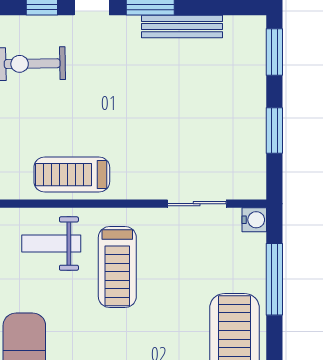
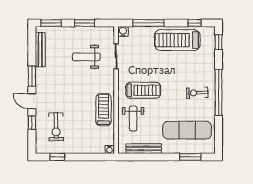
bench: (182, 27) -> (40, 50), moved
weight bench: (195, 134) -> (86, 57), added
treadmill: (72, 175) -> (104, 110), turned 180

